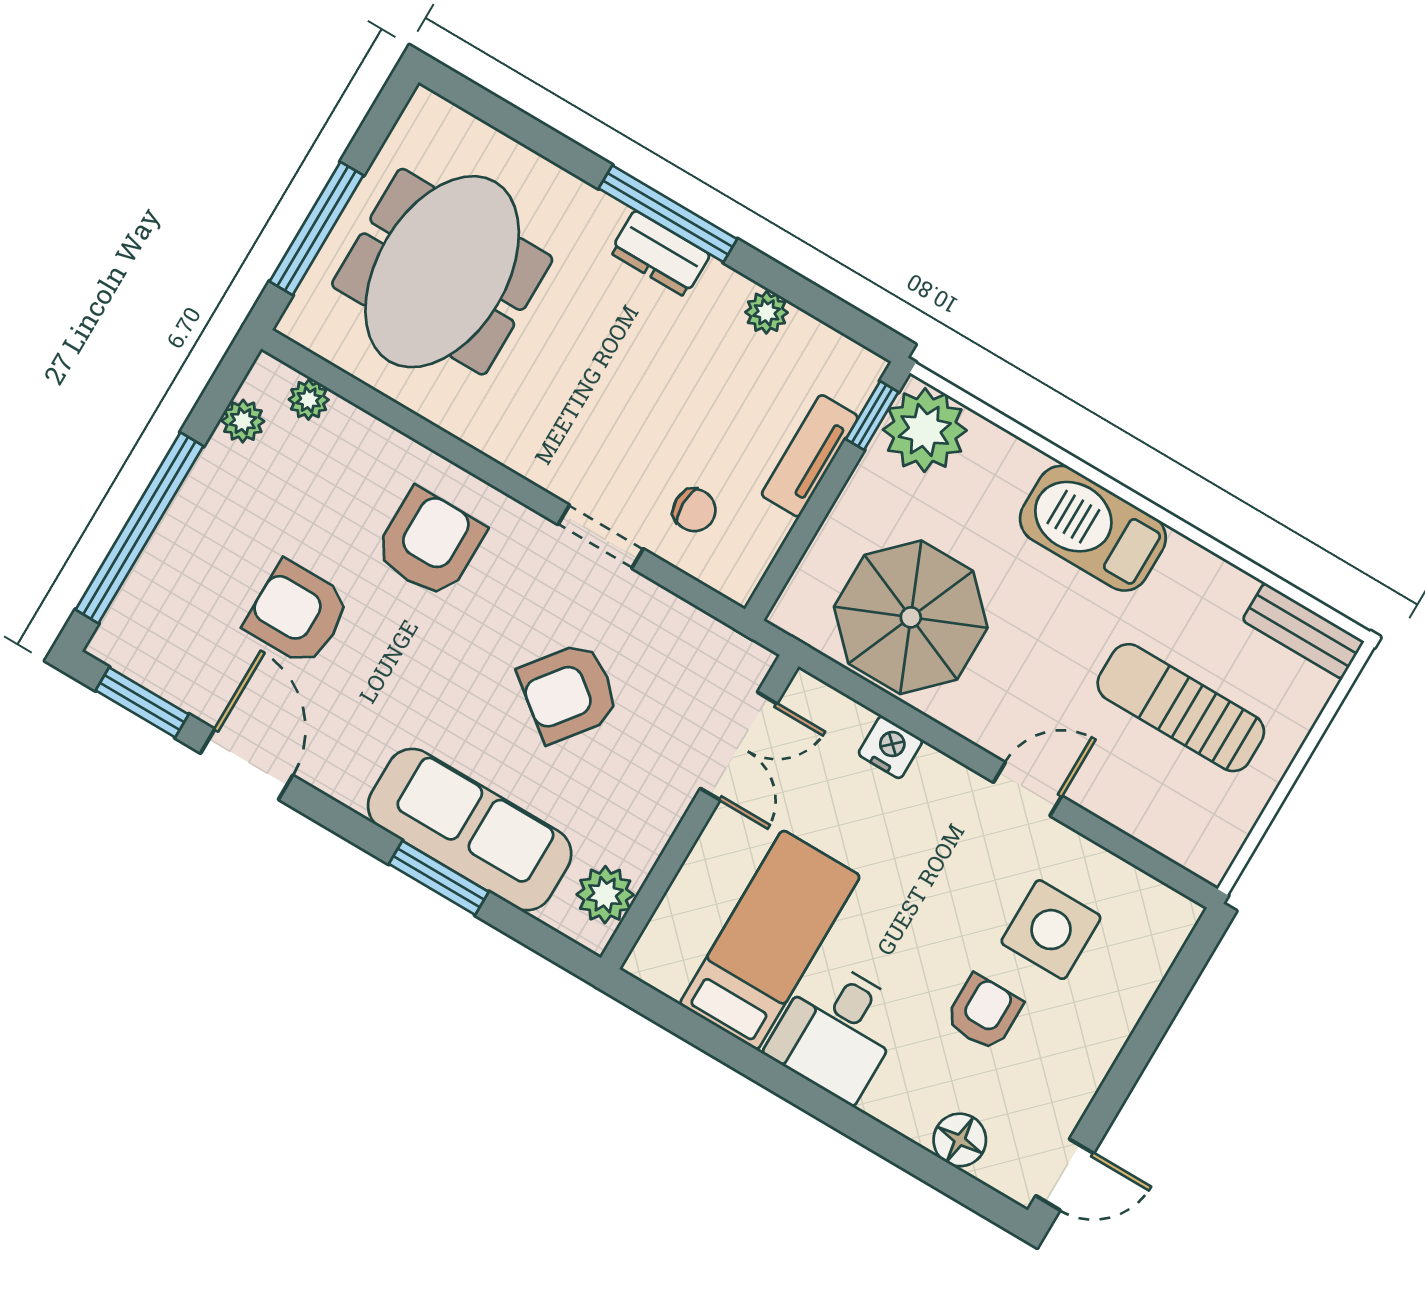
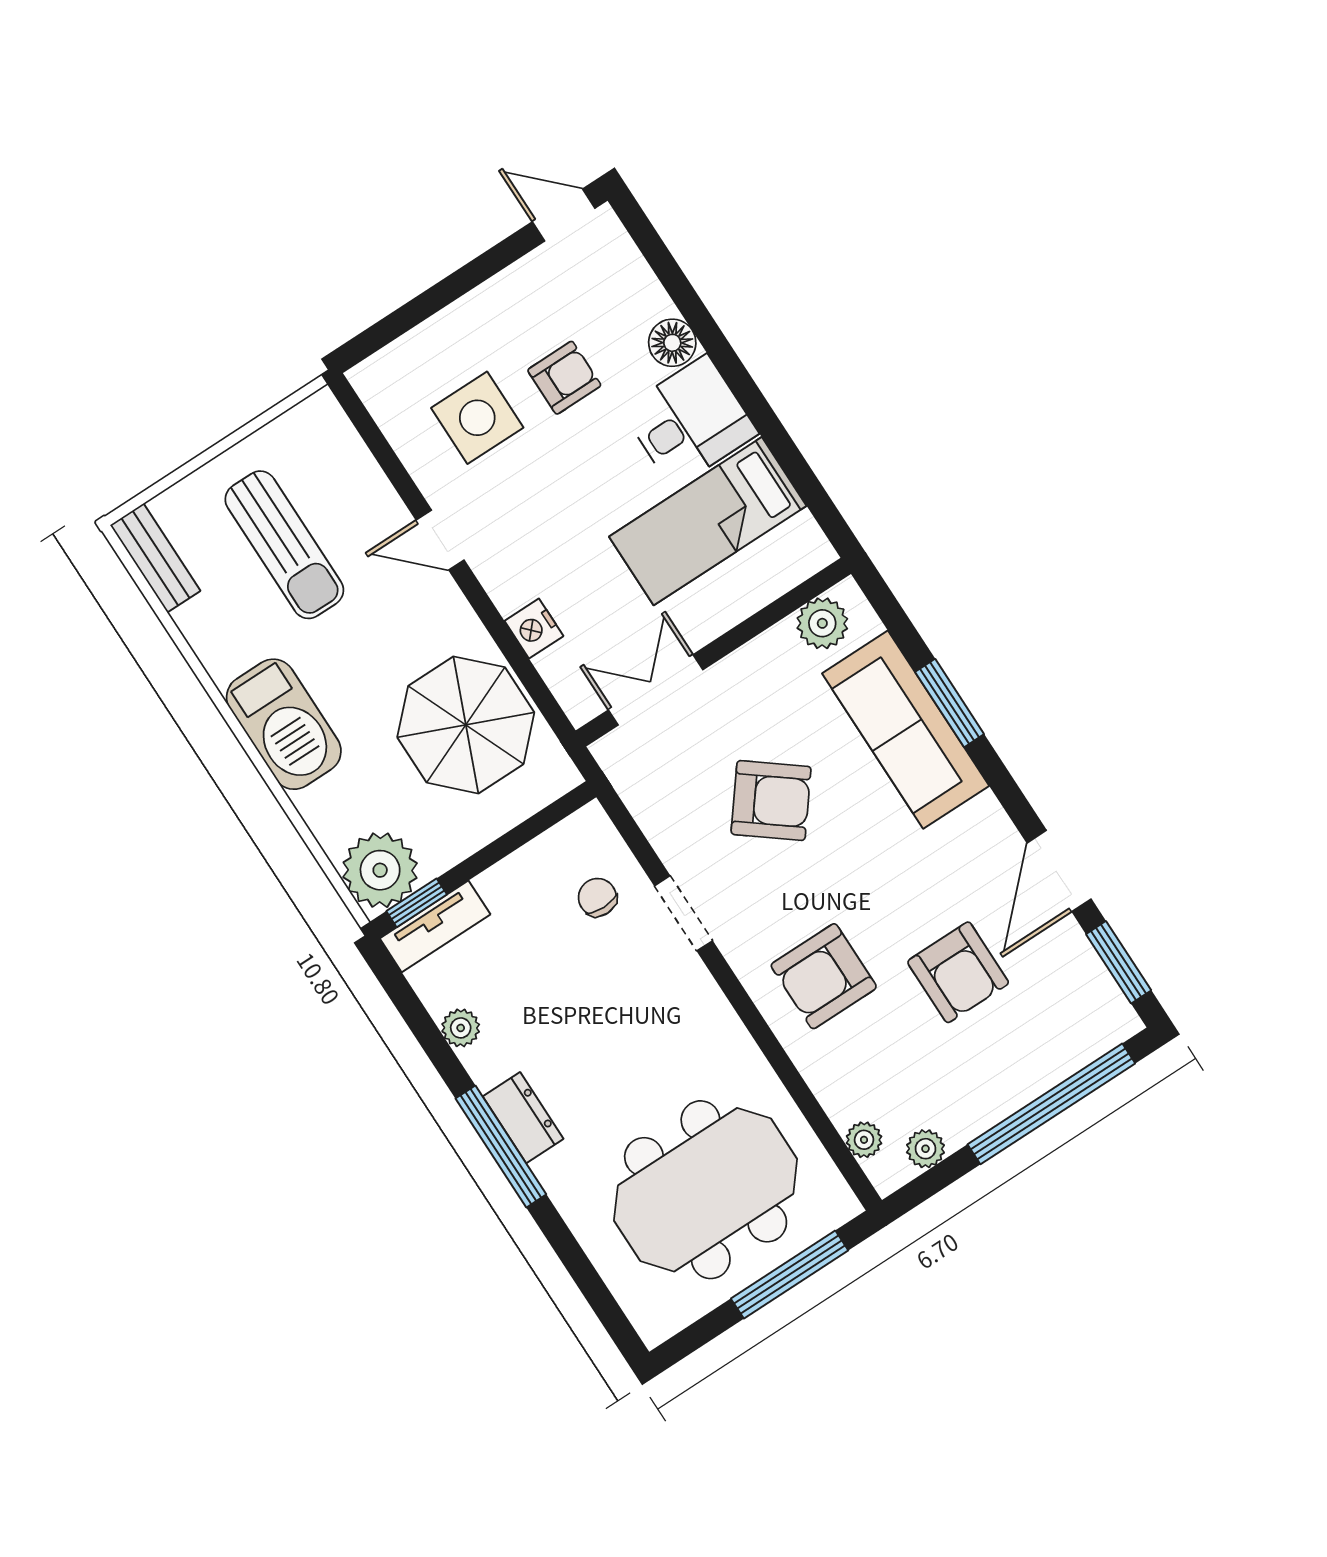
tv unit: (810, 456) -> (435, 926), moved
armchair: (984, 1012) -> (564, 378), turned 180
floor lamp: (960, 1140) -> (672, 343), moved

